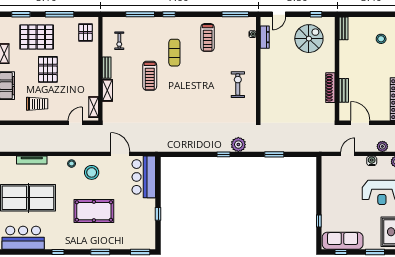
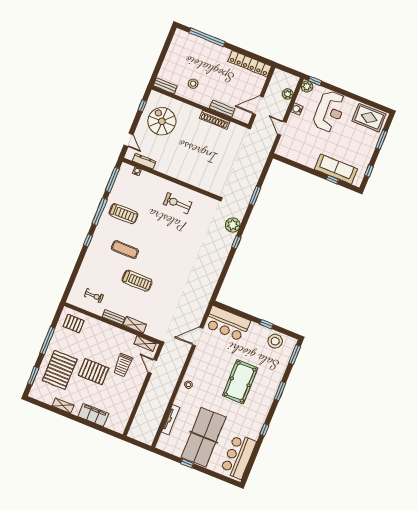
window: (140, 14) -> (100, 211), moved
stool: (381, 39) -> (193, 84), moved
trolley: (37, 104) -> (123, 365), moved, turned 180
stool: (92, 172) -> (275, 341), moved
sofa: (343, 241) -> (336, 169), moved, turned 90

